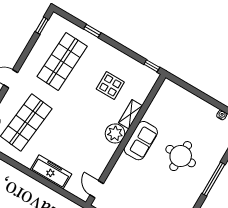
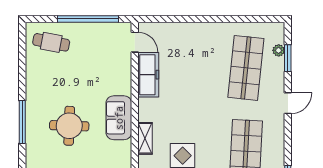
plant: (115, 133) -> (149, 110), removed
freezer: (51, 172) -> (148, 75), moved, turned -90

